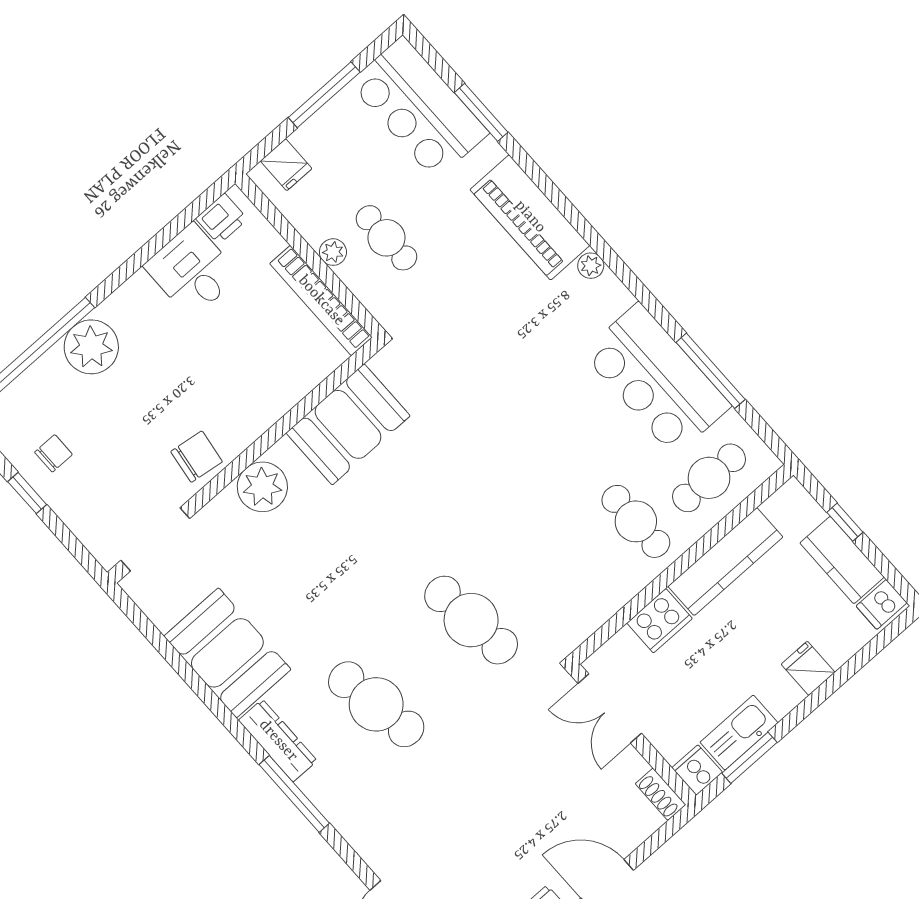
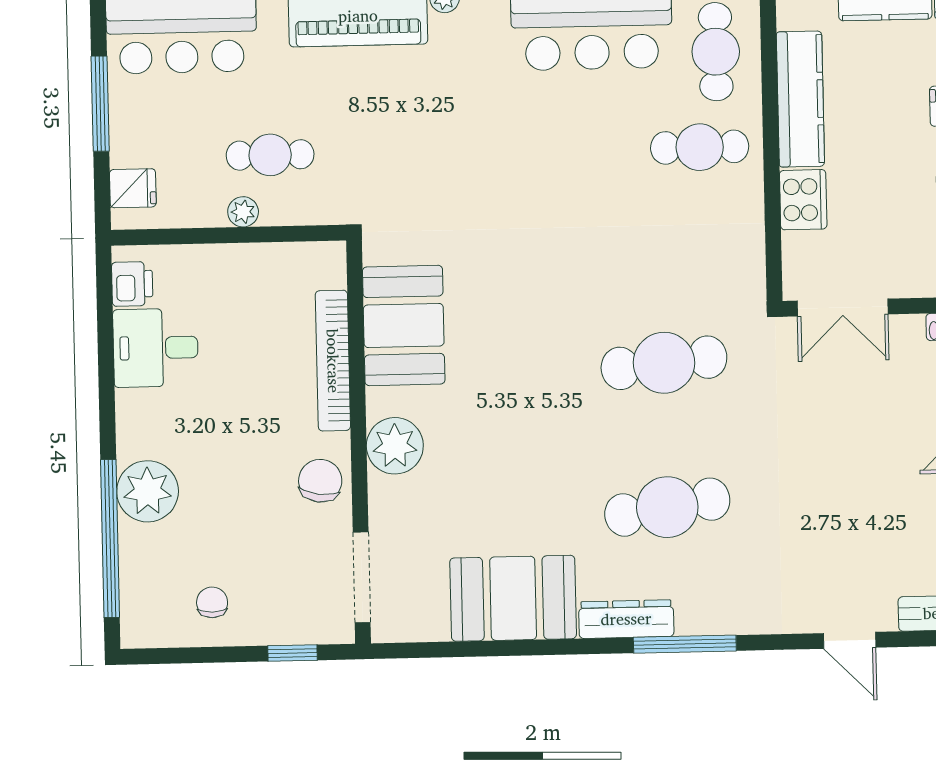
bookcase: (321, 301) -> (333, 361), moved, turned 90
window: (27, 493) -> (293, 653), moved

